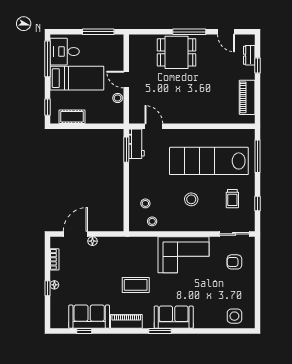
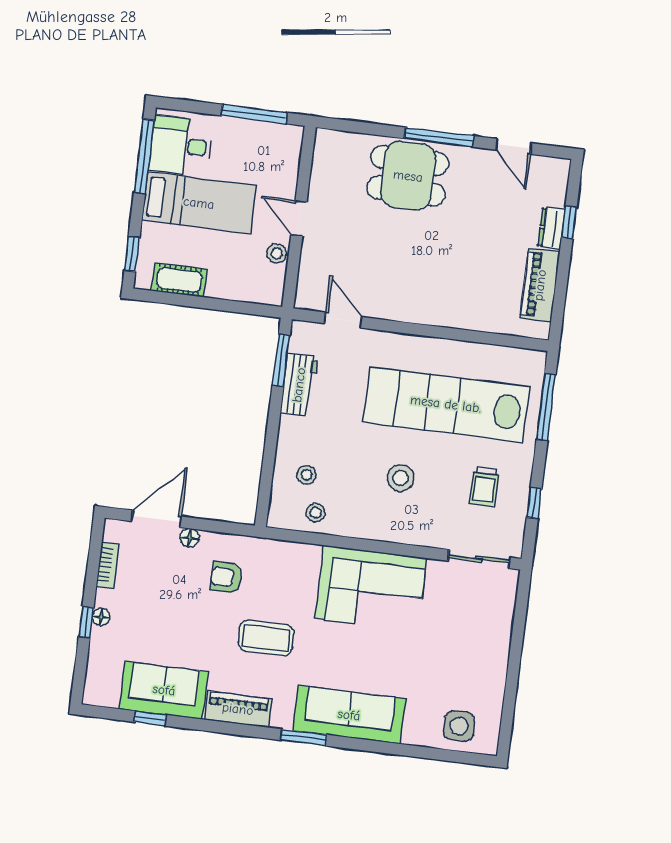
dresser: (249, 55) -> (551, 228), moved
workbench: (136, 144) -> (299, 385), moved
armchair: (234, 262) -> (226, 577), moved
sofa: (174, 317) -> (349, 715), width x1.36

